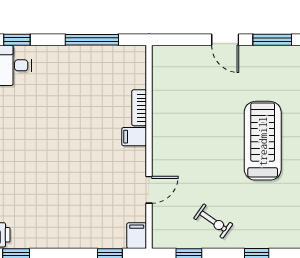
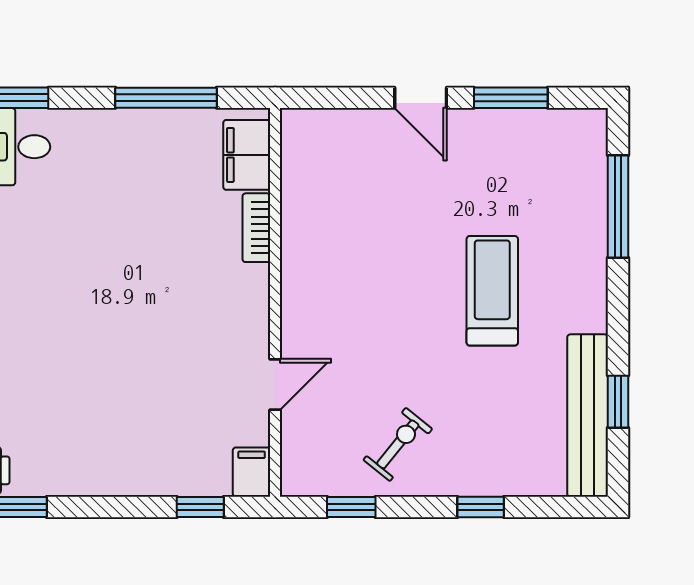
filing cabinet: (134, 137) -> (247, 155), moved, width x2.00
treadmill: (263, 141) -> (492, 291), width x0.73, depth x0.73
exercise bike: (213, 221) -> (398, 444), turned -86

